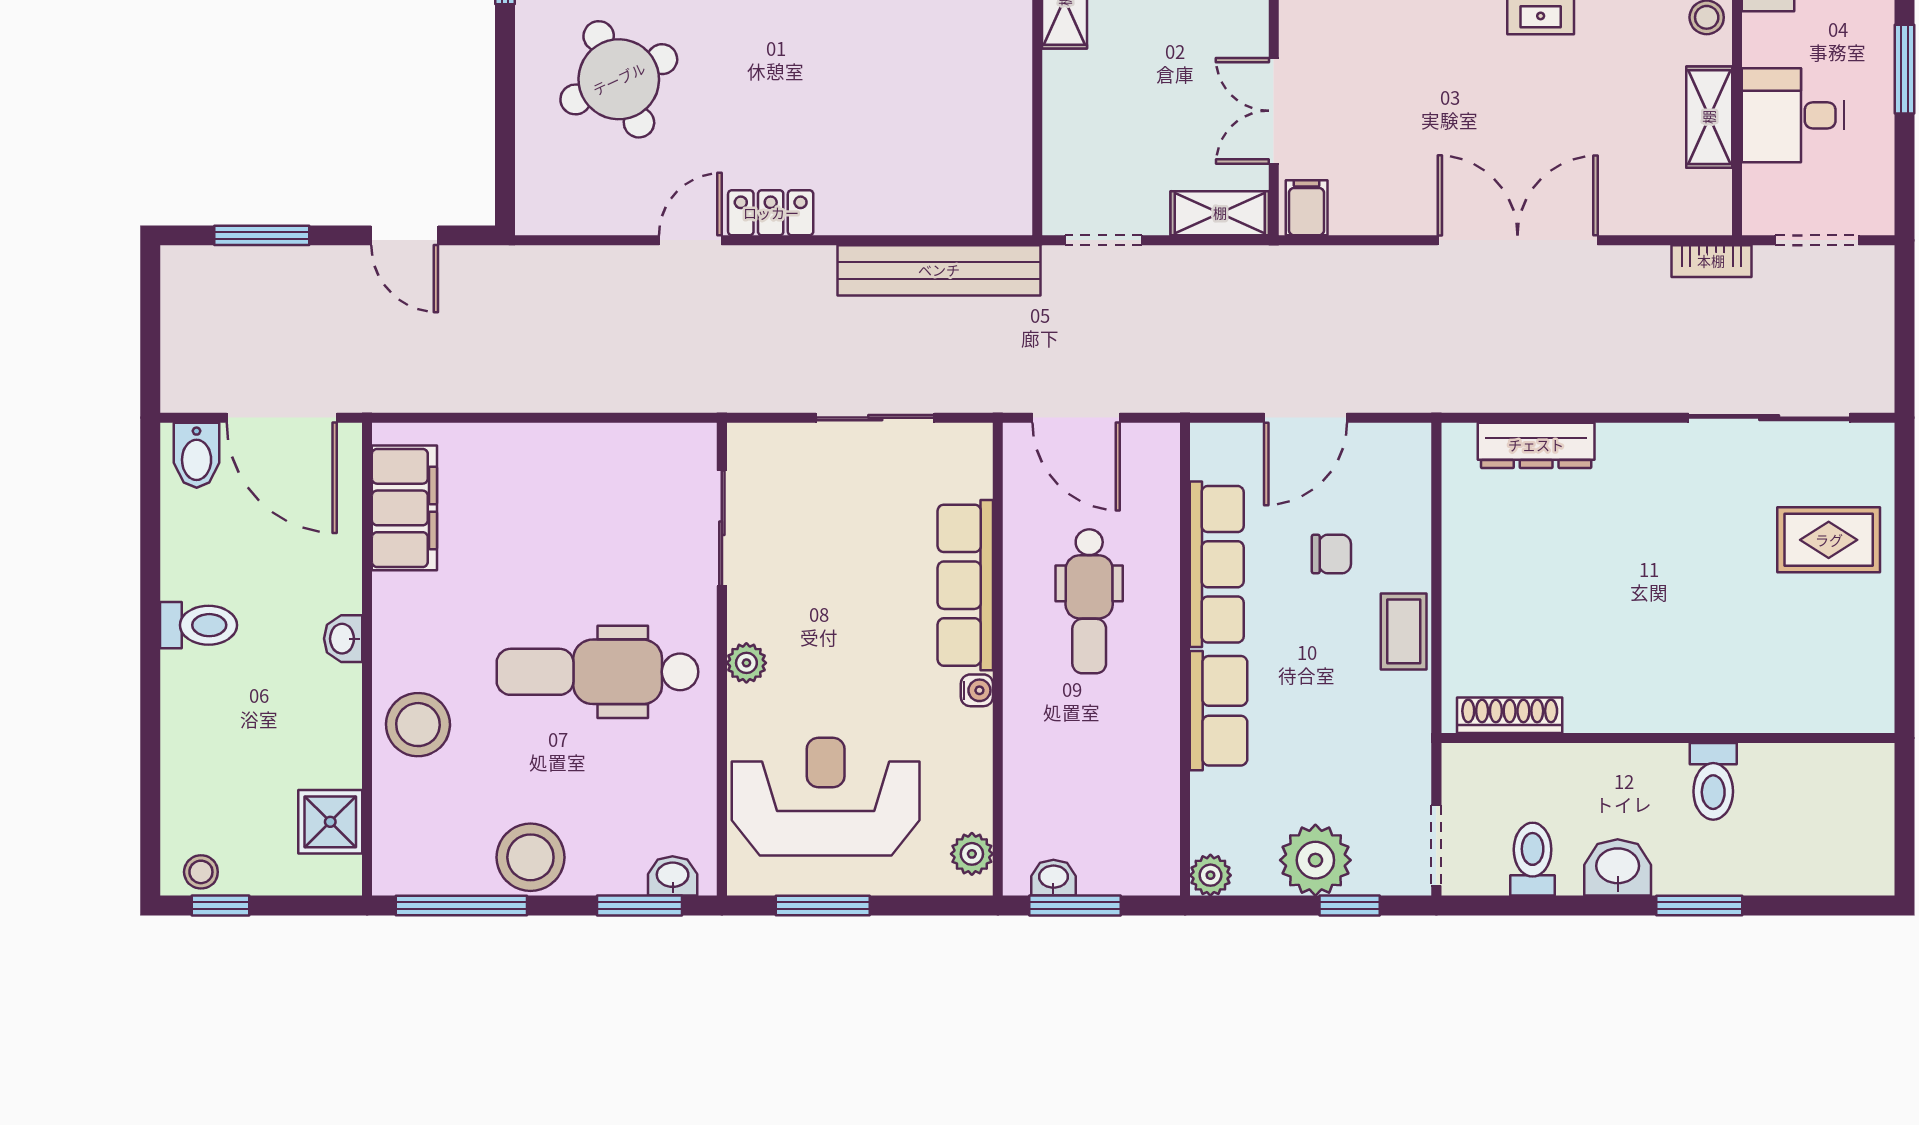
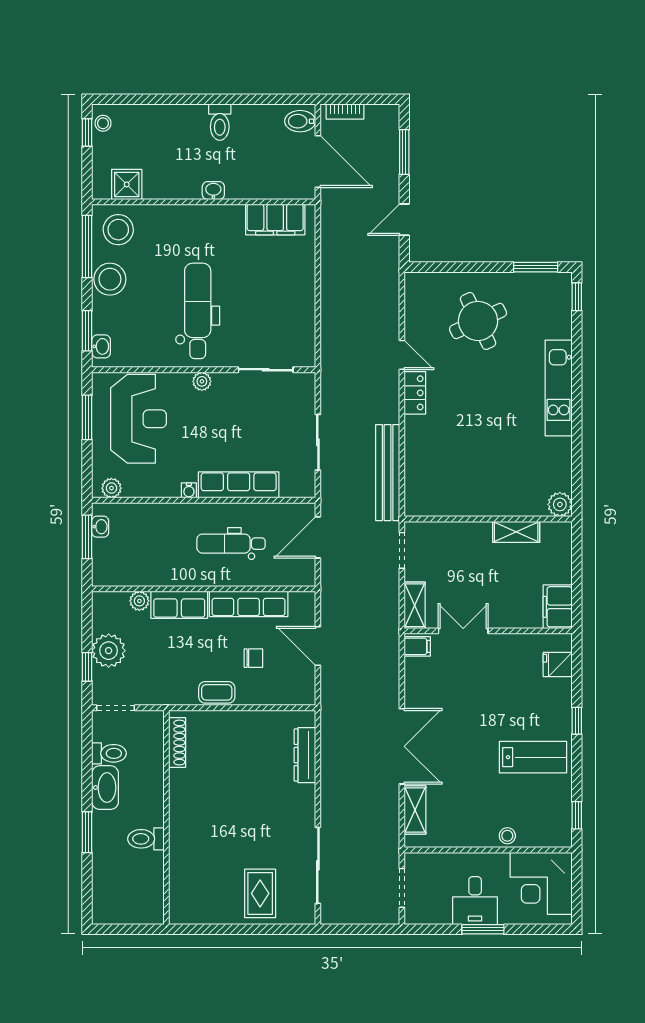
desk: (1793, 115) -> (475, 901), moved, turned 180
shelving: (1709, 117) -> (415, 810), moved, turned 90
bookcase: (1711, 261) -> (345, 111), moved, turned -90
door: (282, 418) -> (318, 161), swing flipped
chair: (1331, 554) -> (253, 658), turned -90
stool: (418, 725) -> (118, 230), moved
washbasin: (1618, 867) -> (105, 788), width x1.38
plant: (1210, 875) -> (139, 601), moved

